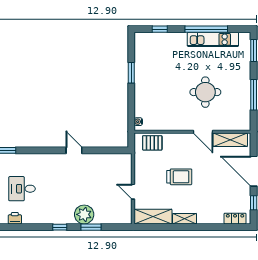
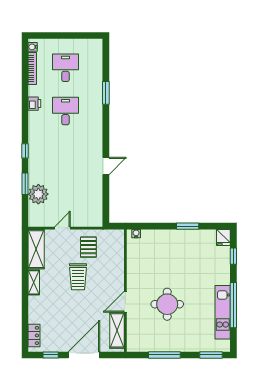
fridge: (142, 39) -> (223, 237), added
pallet: (152, 143) -> (88, 247), moved
plant: (84, 214) -> (38, 194), moved

